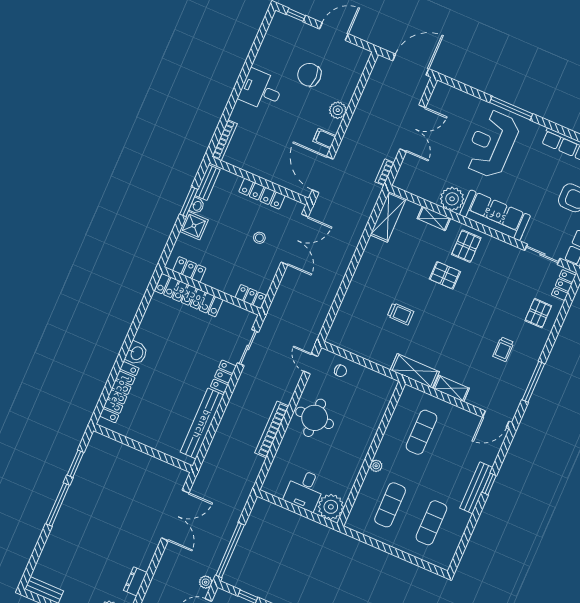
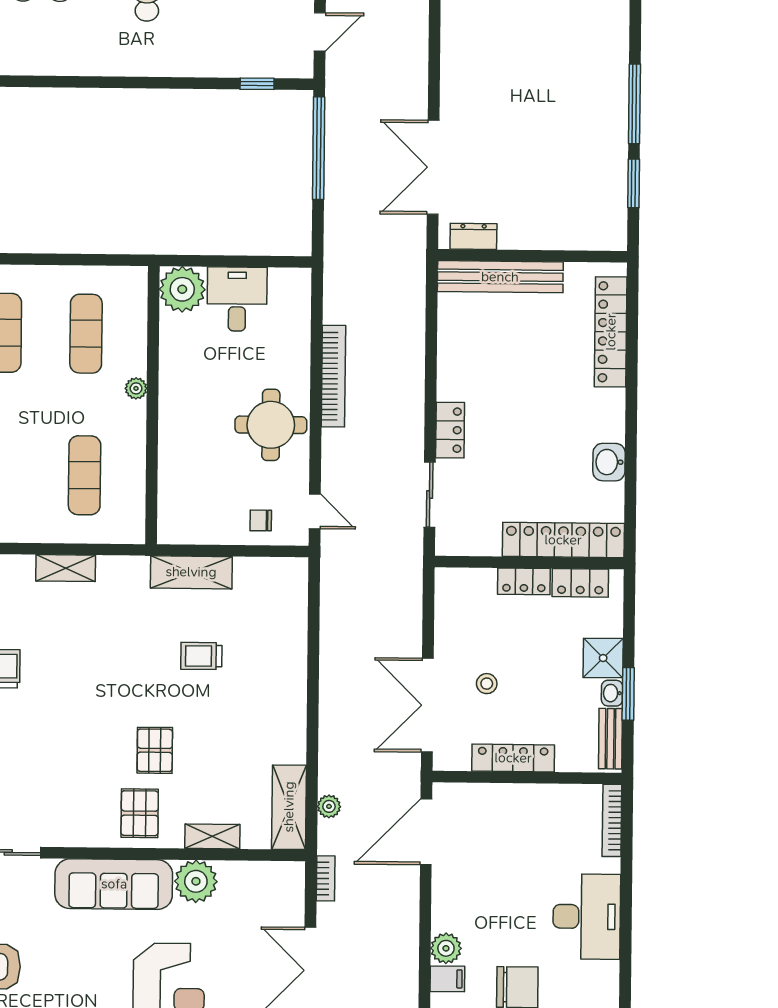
desk: (261, 90) -> (587, 917), width x1.37
filing cabinet: (324, 138) -> (447, 979), moved
door: (323, 174) -> (426, 832), swing flipped
pallet: (445, 275) -> (155, 750), turned 90
locker: (251, 296) -> (524, 581), moved
washbasin: (136, 353) -> (609, 462), moved
shelving: (415, 371) -> (191, 572), moved
bench: (202, 424) -> (500, 277), moved, turned 90
dresser: (135, 581) -> (473, 236), moved, turned -90
plant: (206, 582) -> (329, 806), moved

